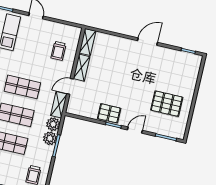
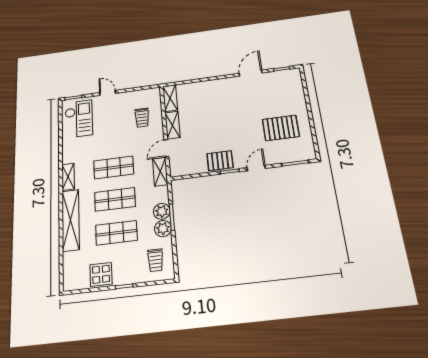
door: (148, 42) -> (251, 73), moved
plant: (53, 124) -> (163, 229), moved

